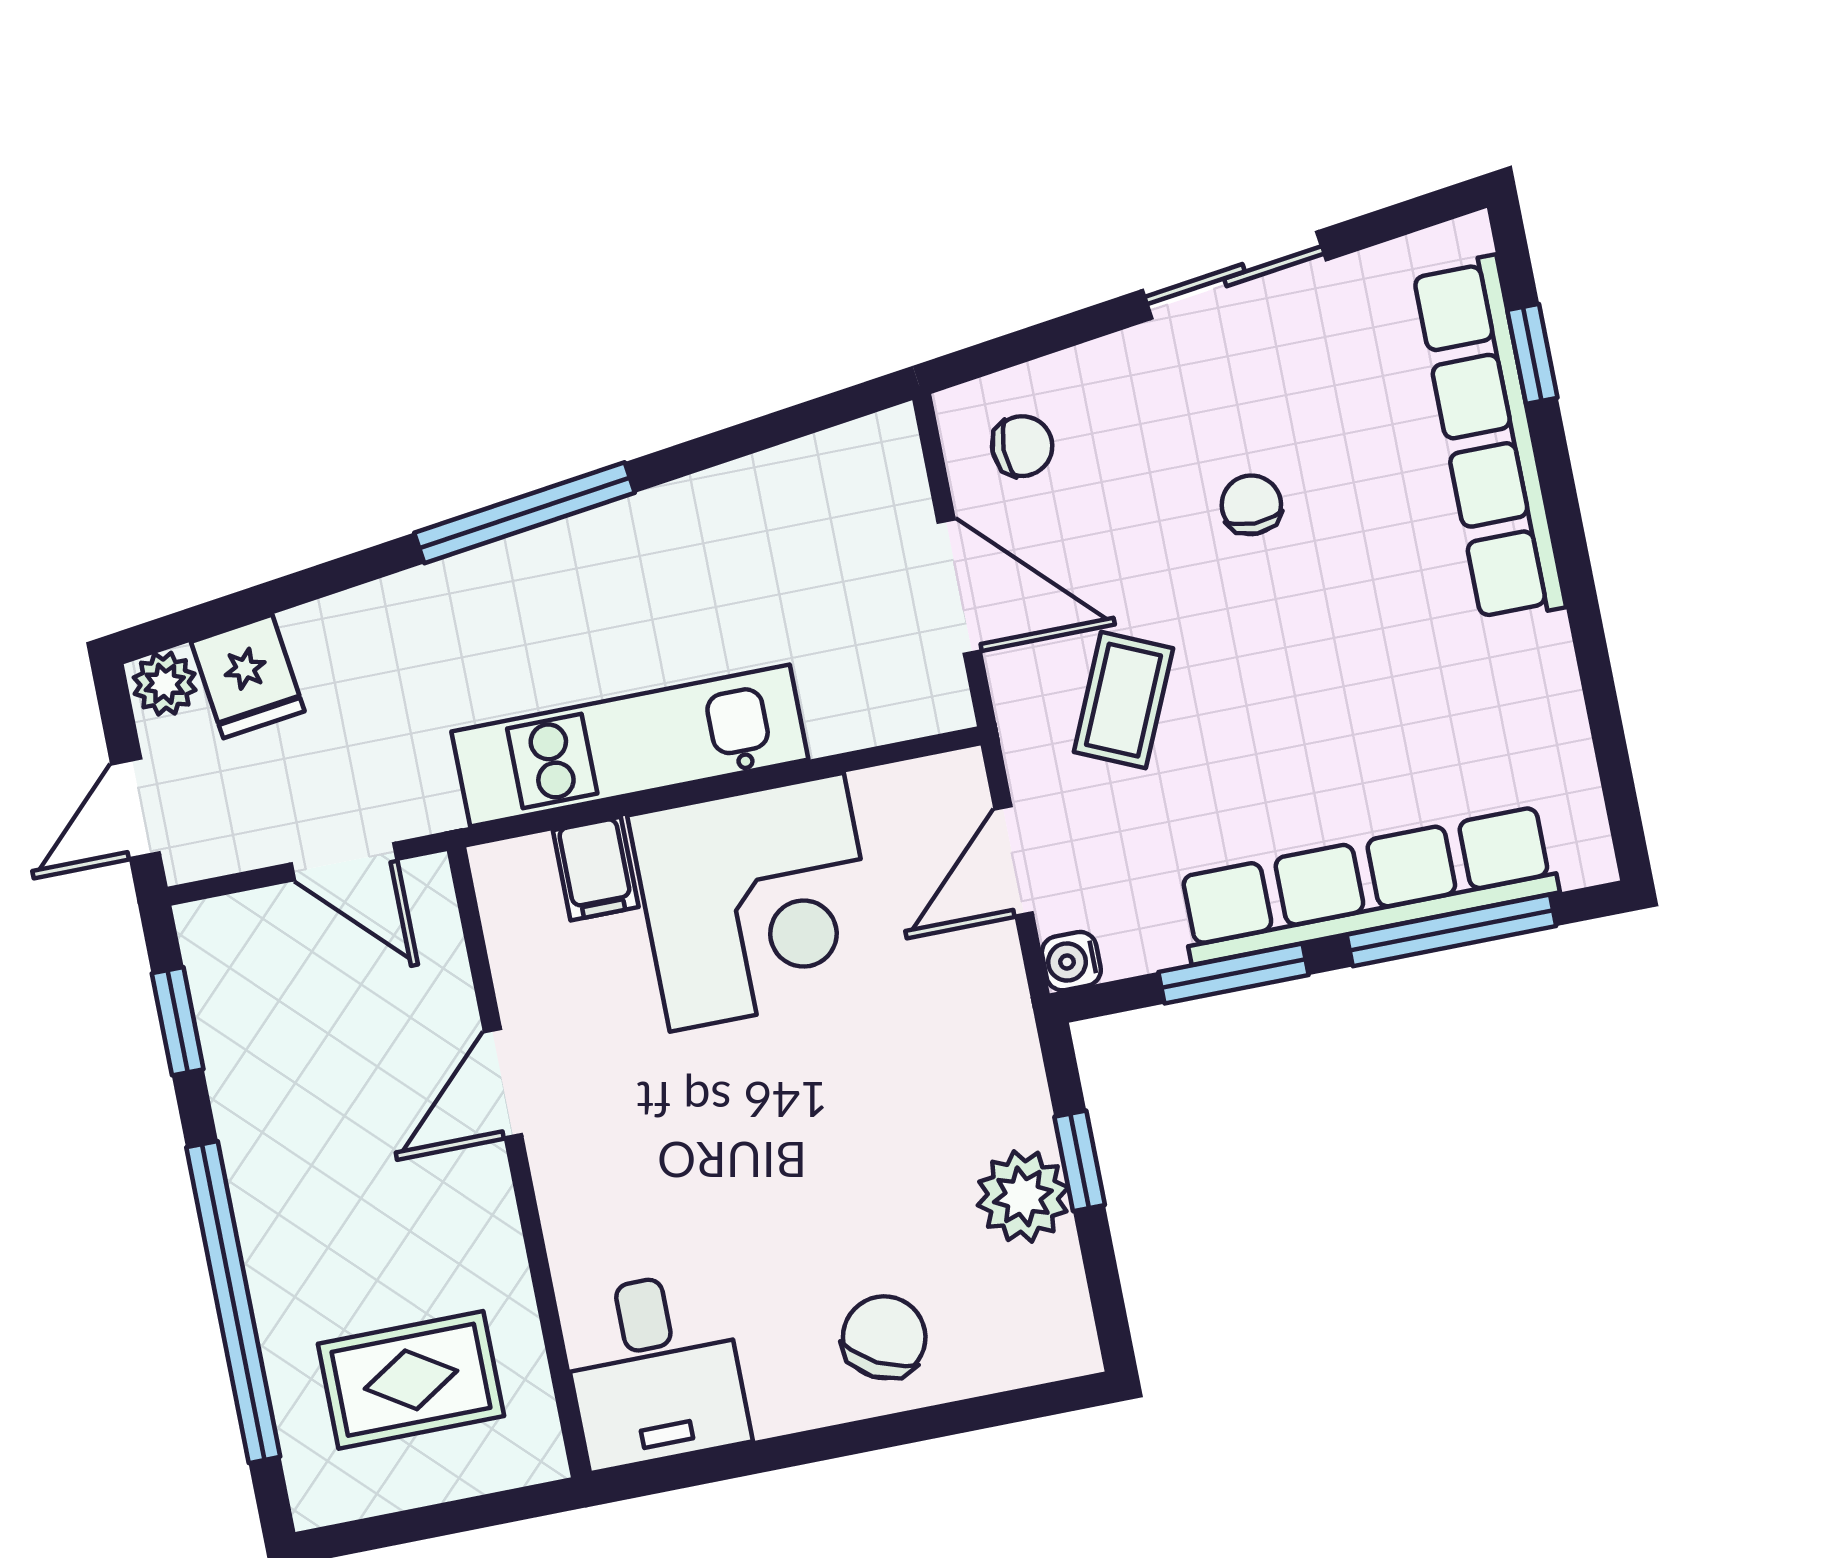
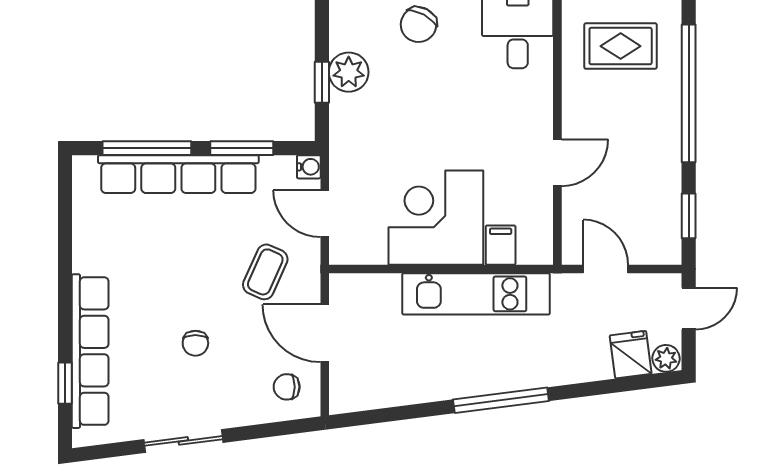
door: (1014, 861) -> (325, 214), swing flipped

